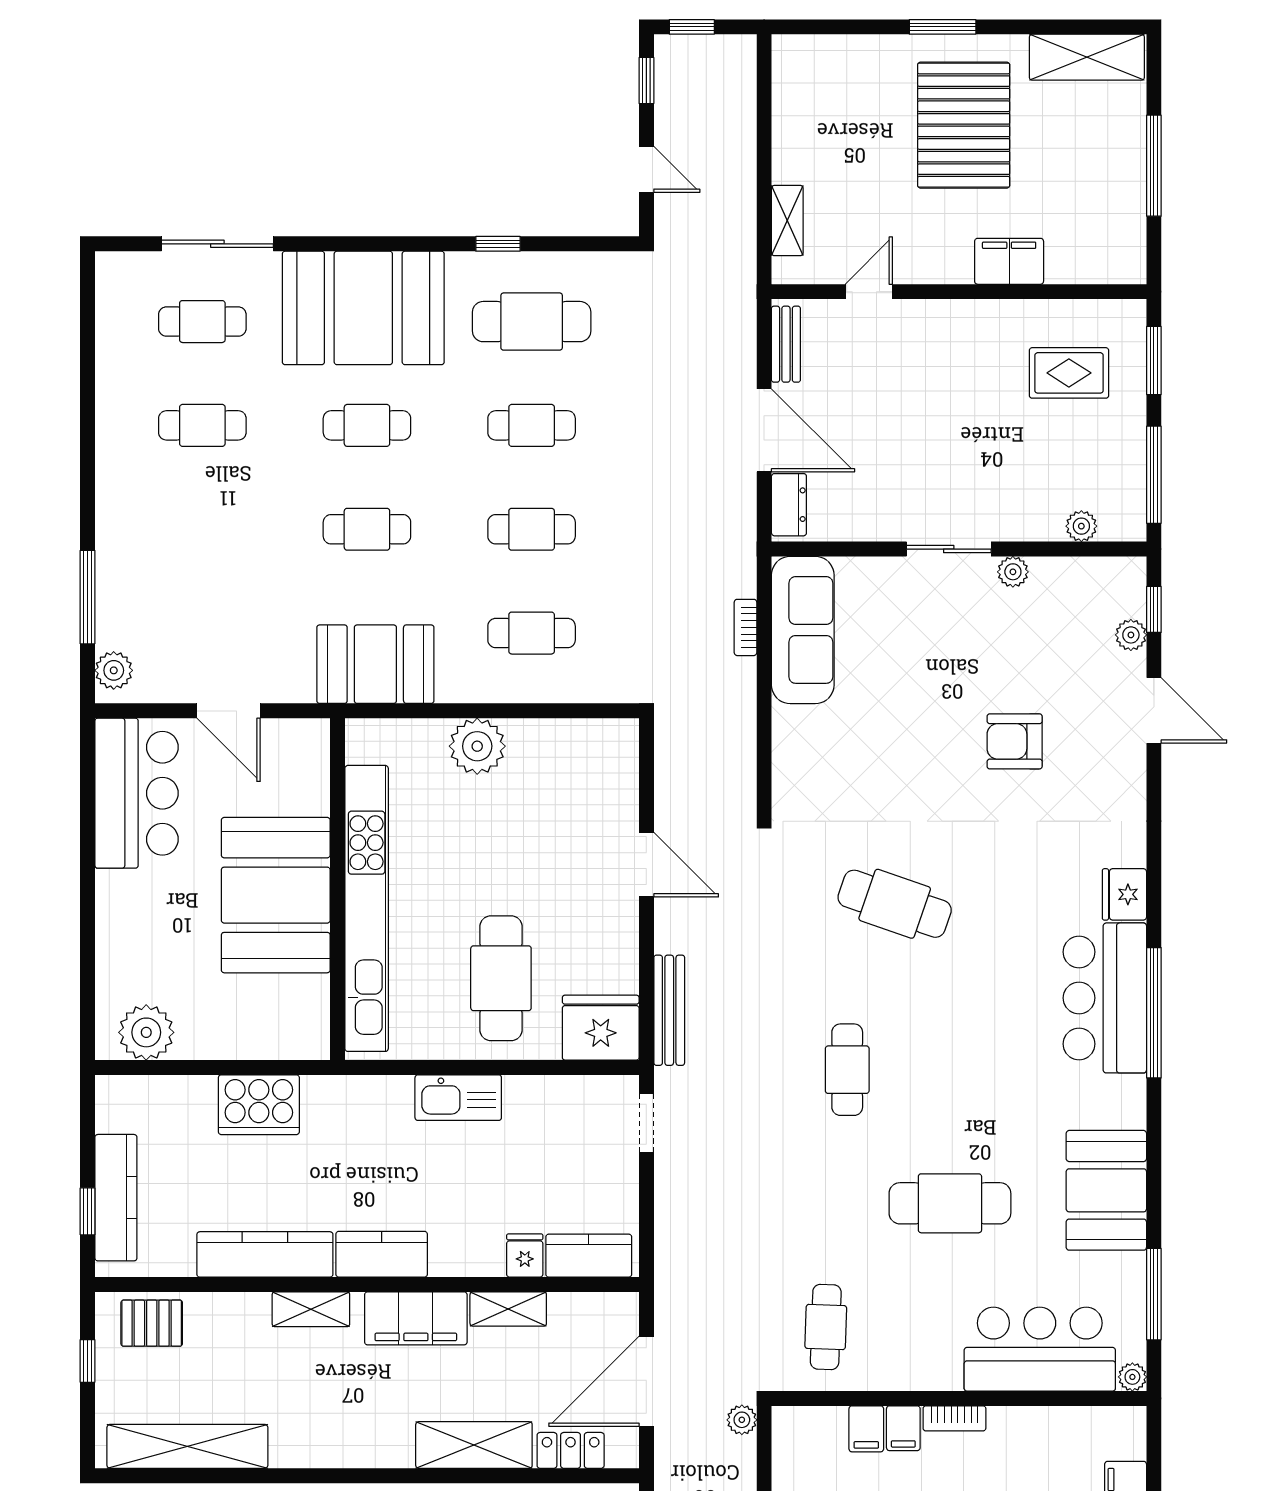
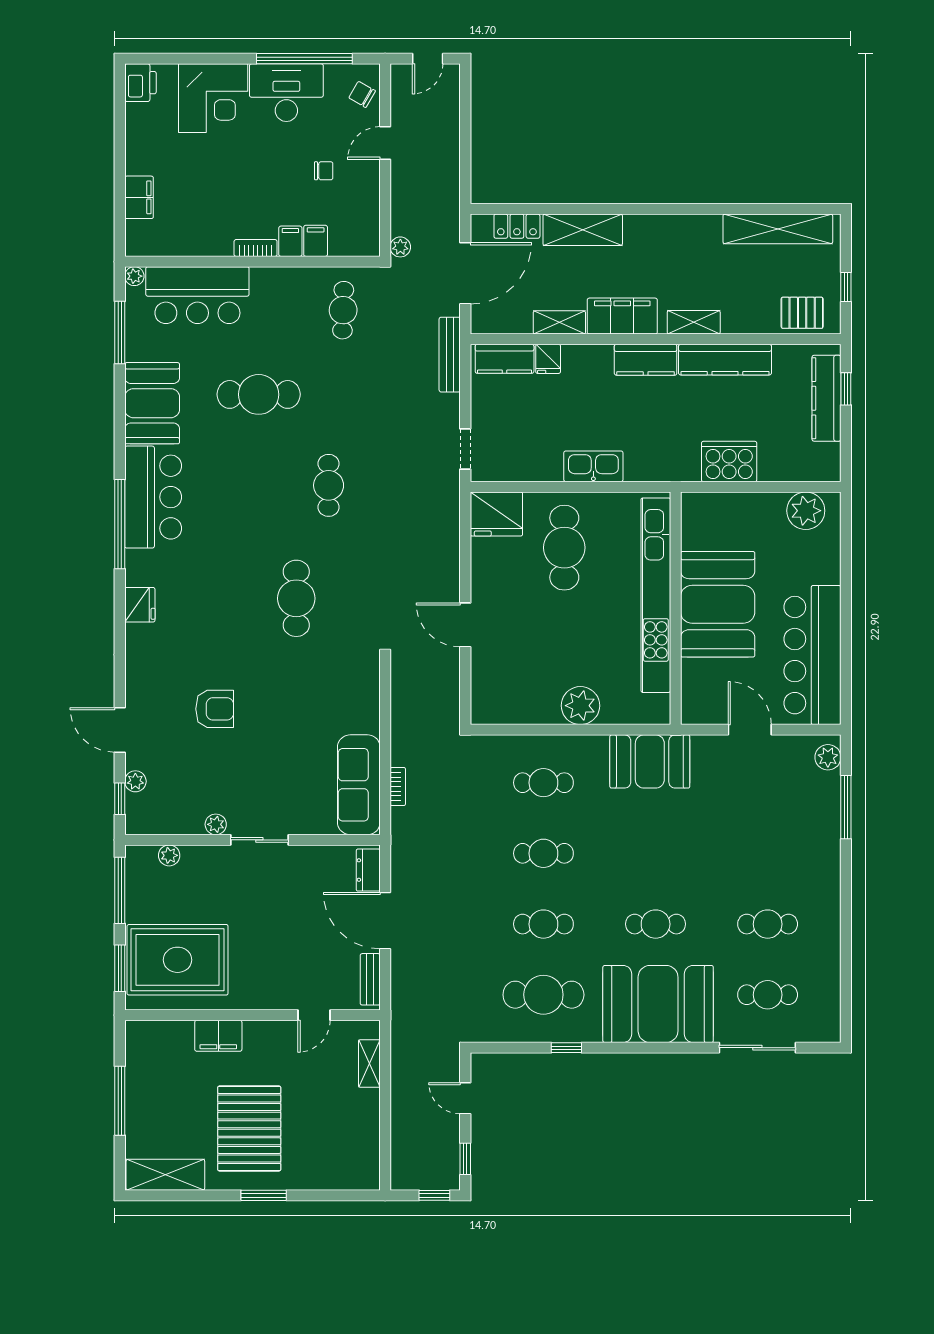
rug: (1069, 373) -> (178, 960), width x1.86, depth x2.06
cafe table: (367, 529) -> (656, 853), removed
bar counter: (137, 793) -> (812, 655), width x1.36
cafe table: (895, 904) -> (296, 598), turned 71
bar counter: (1105, 998) -> (153, 497), moved
bench: (669, 1010) -> (450, 355), moved

